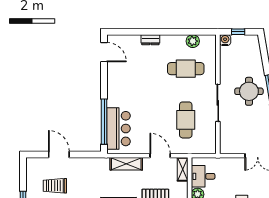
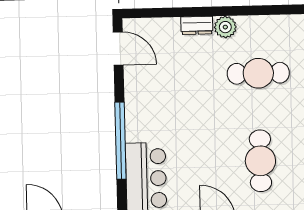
plant: (193, 41) -> (225, 27), moved
window: (104, 122) -> (120, 141), moved

